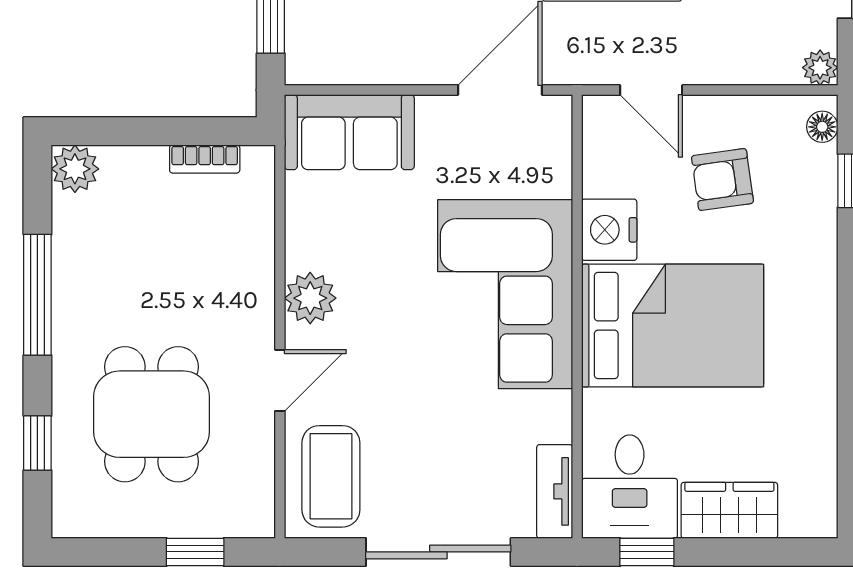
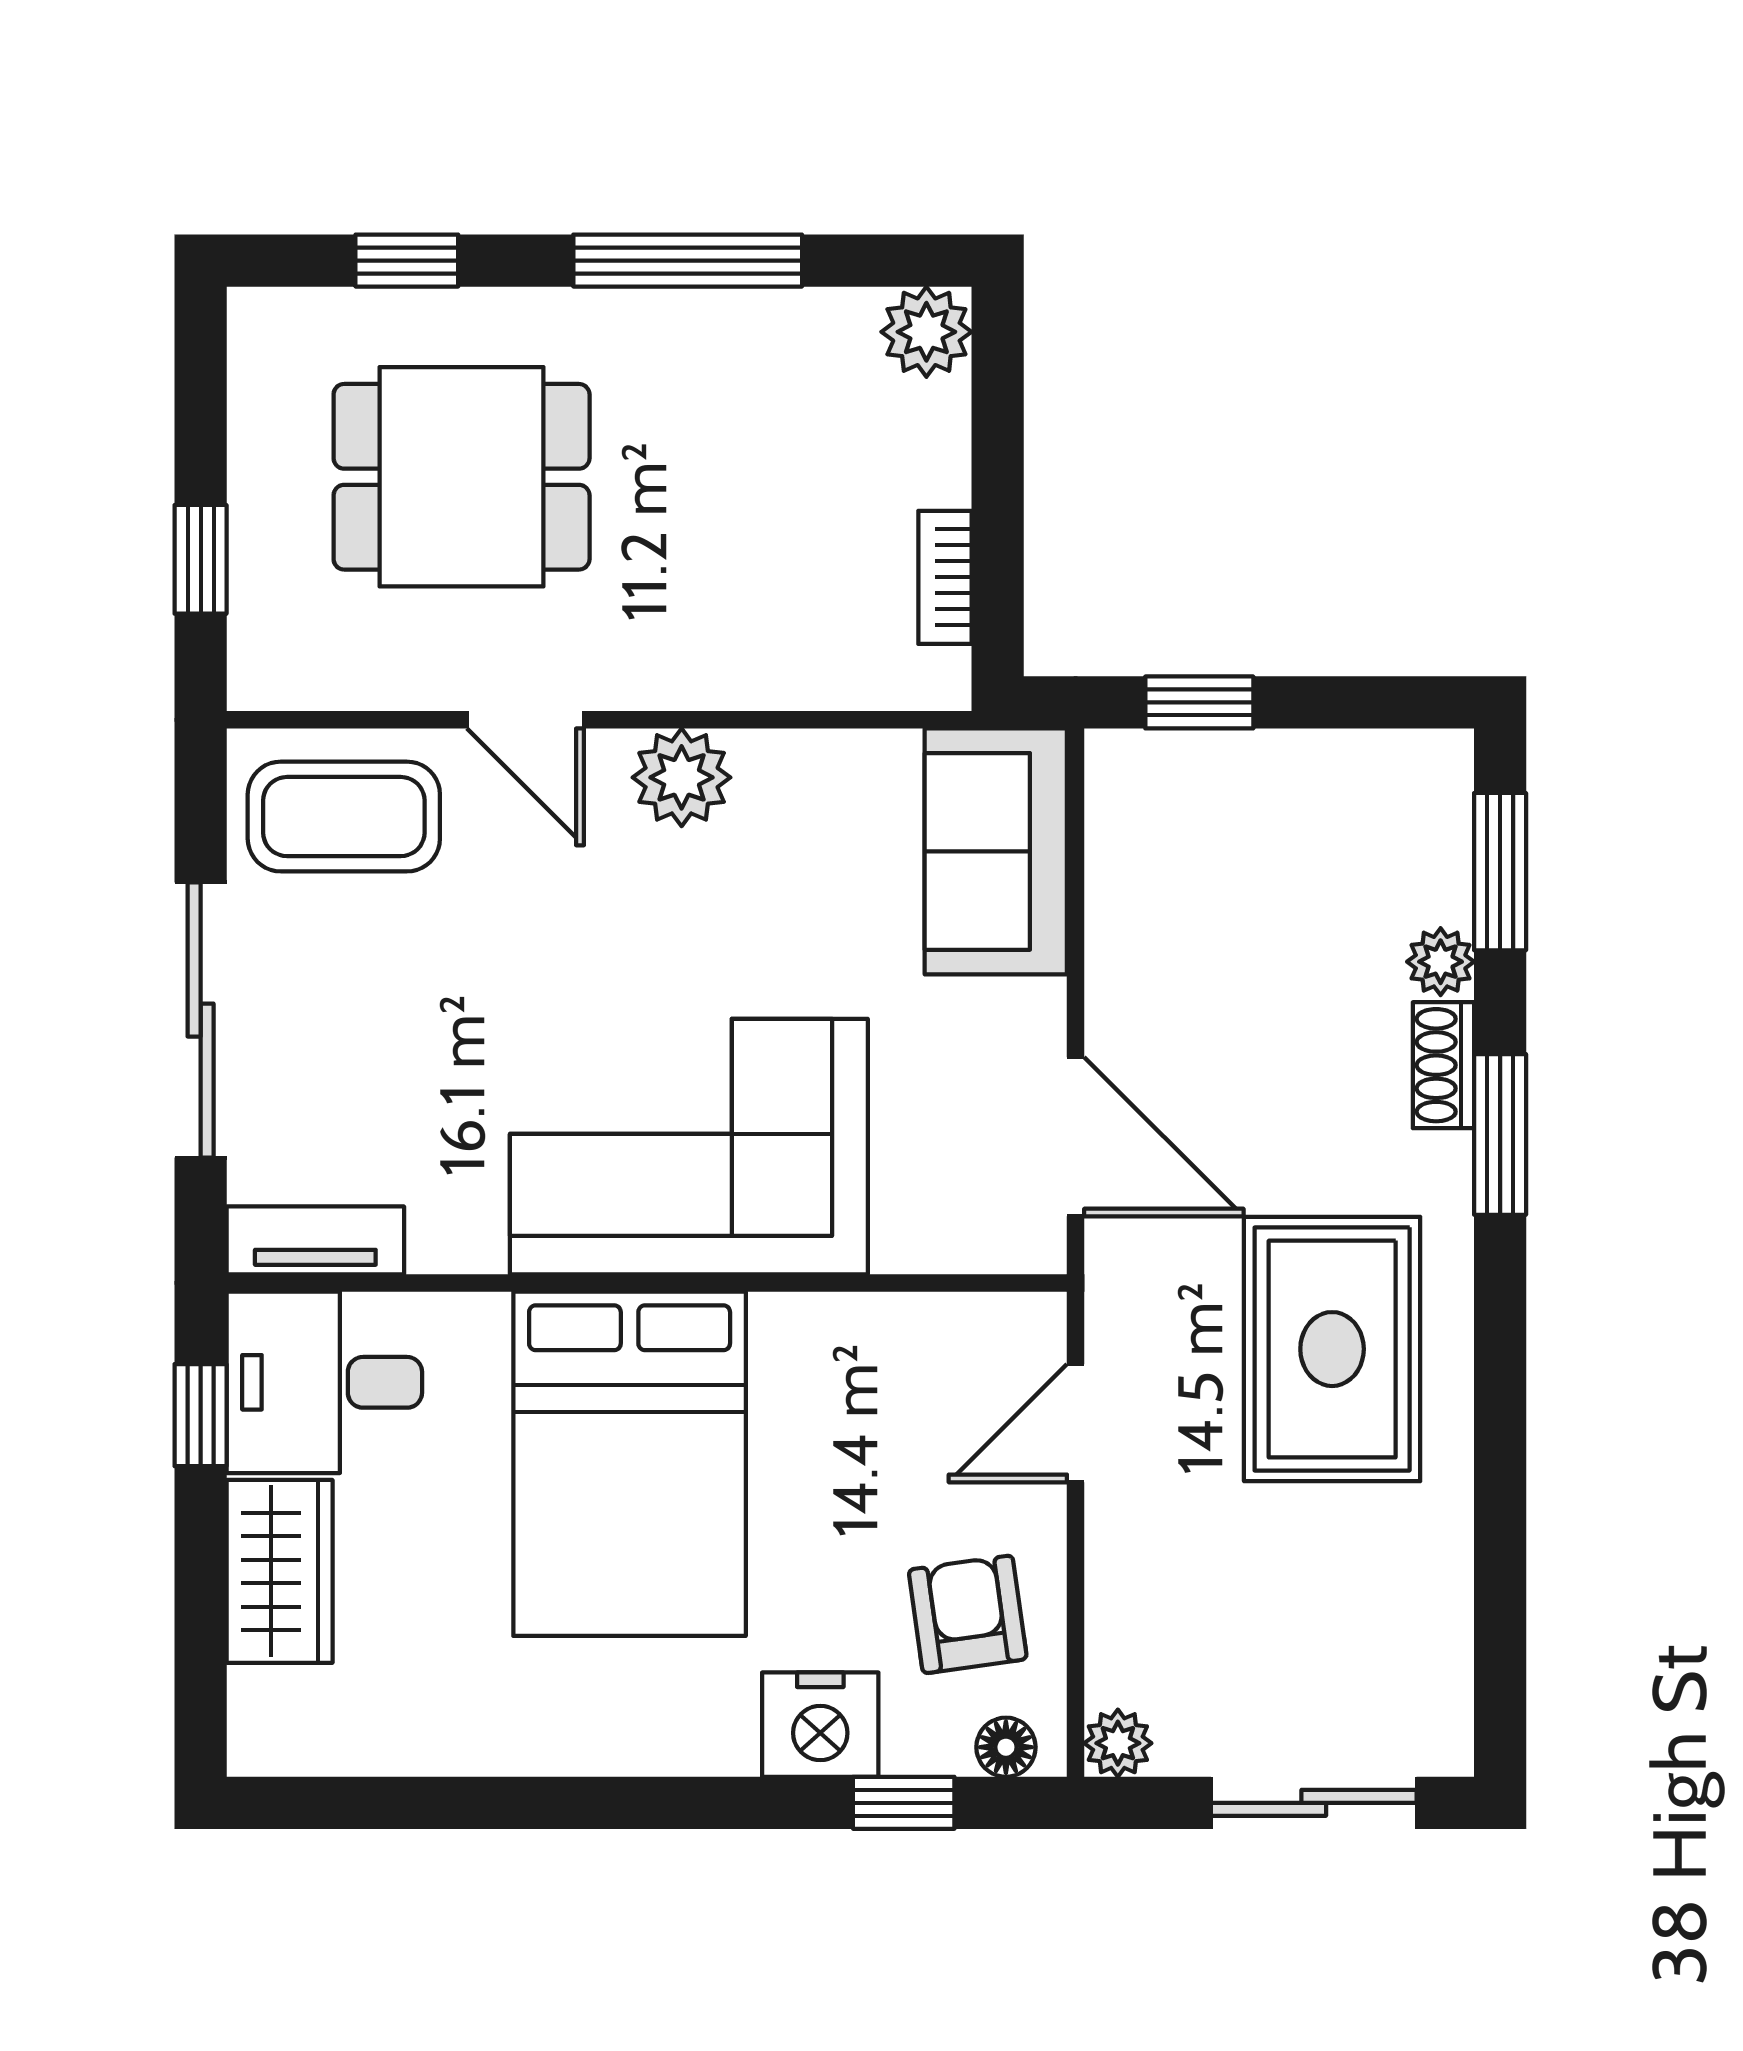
armchair: (722, 179) -> (968, 1614), moved
nightstand: (609, 230) -> (820, 1725), moved, turned 180

